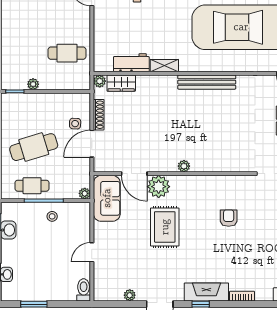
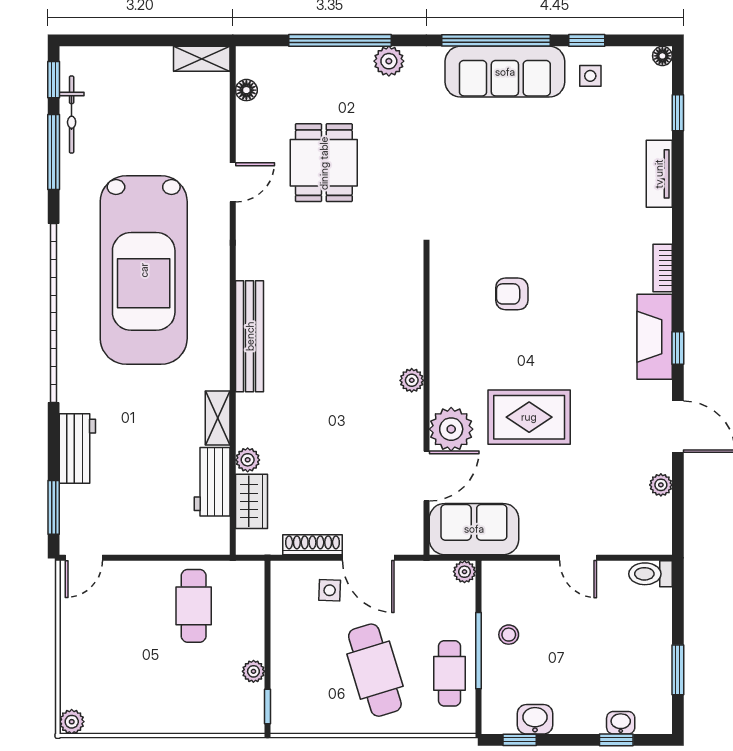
plant: (100, 81) -> (248, 460), moved

